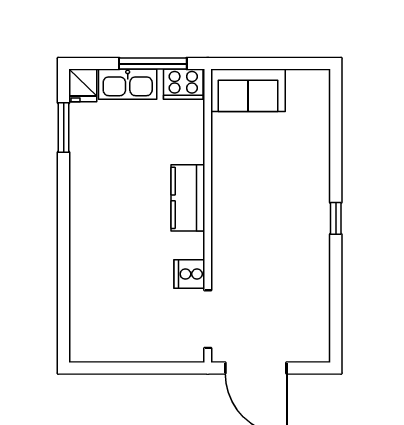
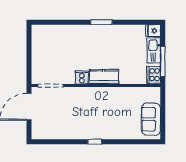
sofa: (248, 90) -> (151, 119), moved
window: (64, 128) -> (101, 22), moved
cooker: (189, 274) -> (82, 77), moved

